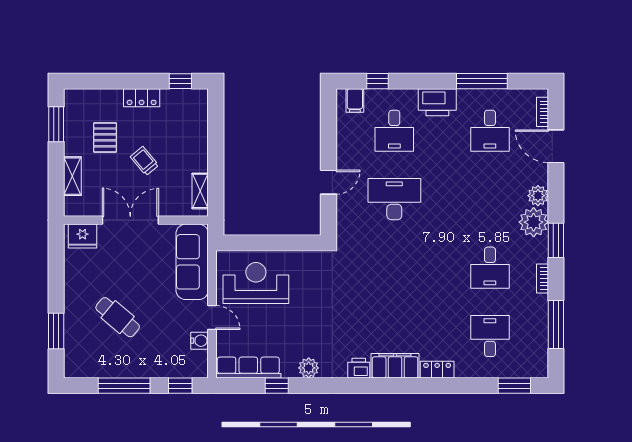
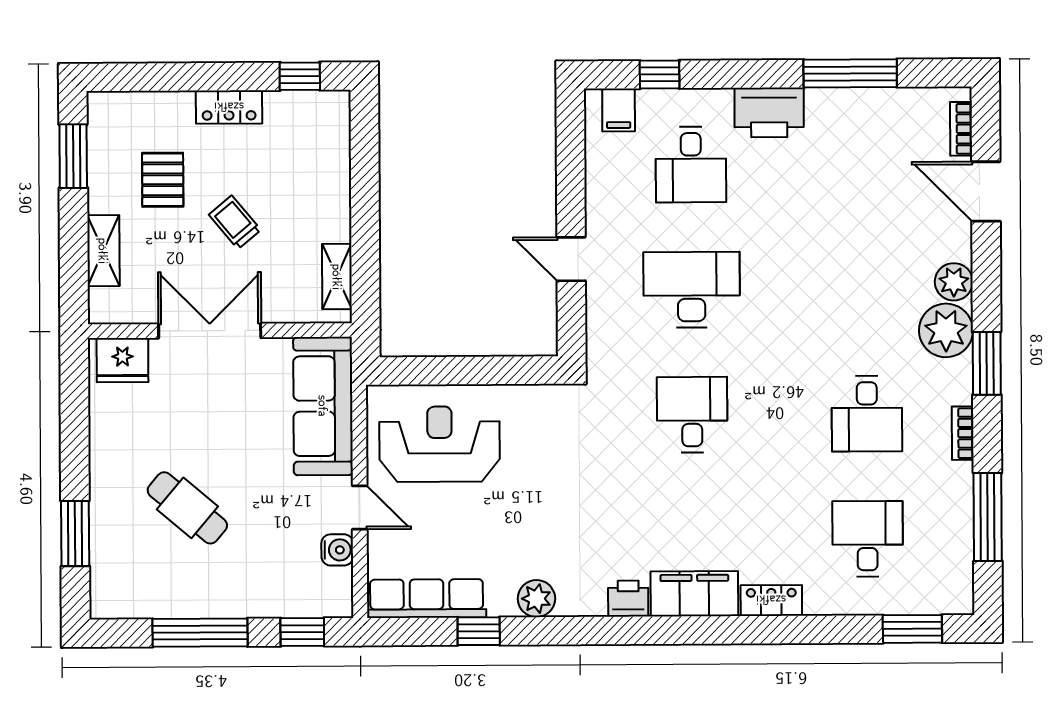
desk: (490, 131) -> (692, 415), moved, turned 180
door: (328, 182) -> (571, 259), swing flipped

